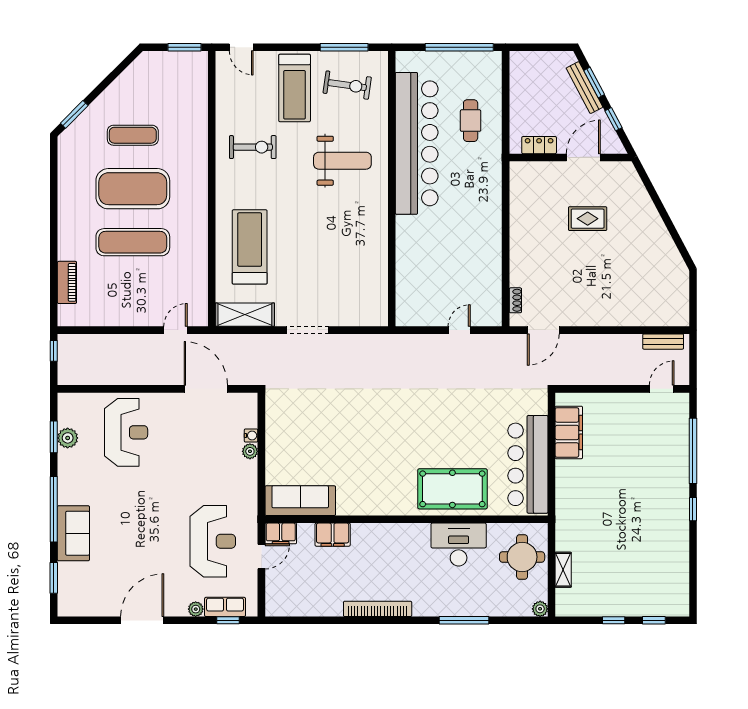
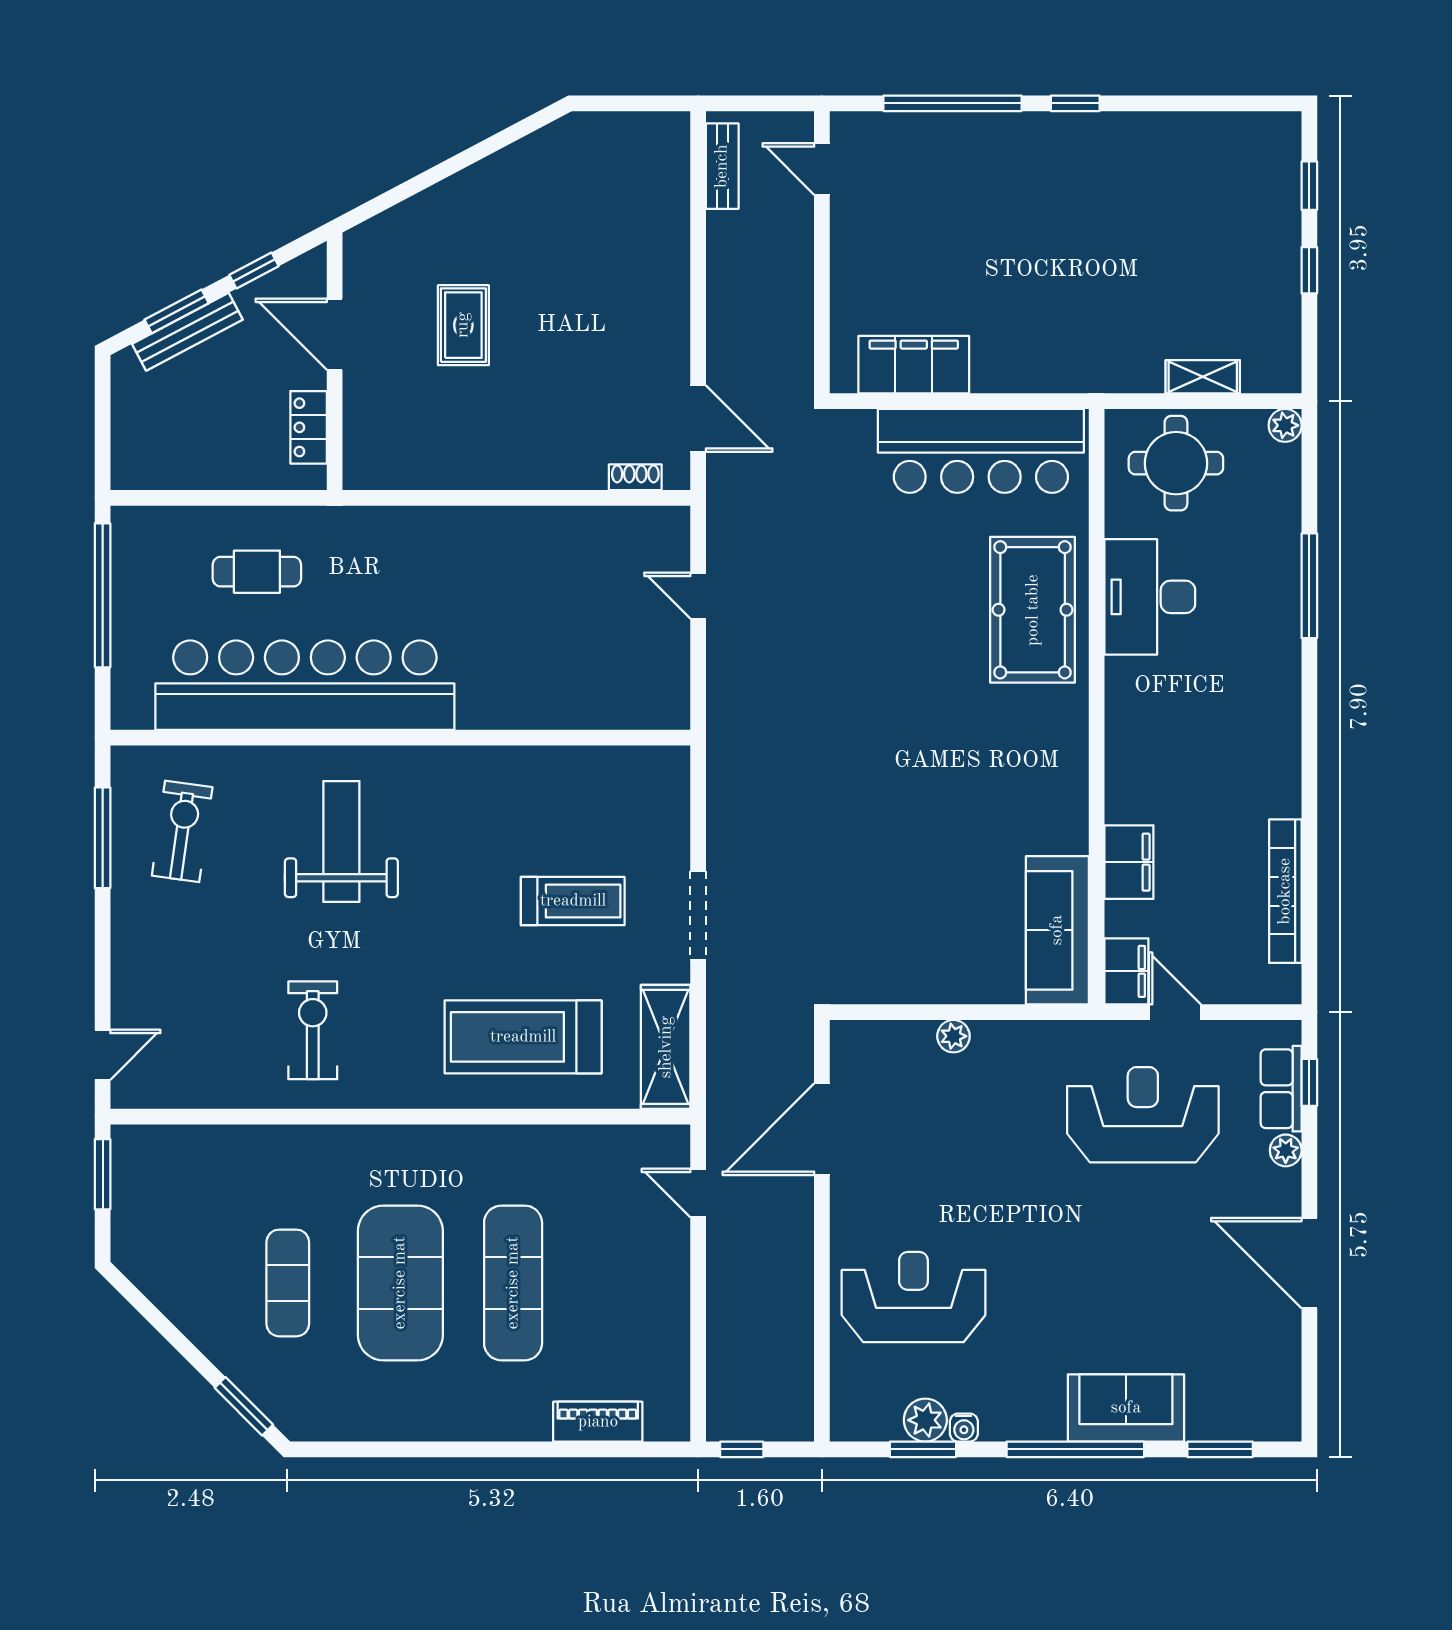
treadmill: (295, 88) -> (573, 901), moved, width x0.73, depth x0.73
water cooler: (251, 436) -> (964, 1428), moved, turned 180
bookcase: (378, 609) -> (1285, 891), moved

